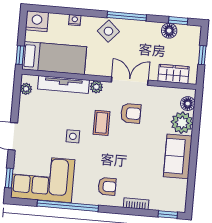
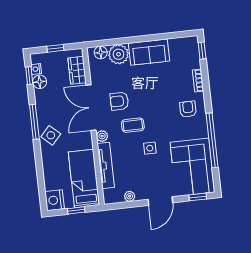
nightstand: (75, 20) -> (36, 69), moved
window: (20, 55) -> (76, 210), moved
double door: (130, 81) -> (91, 108), width x1.37
plant: (26, 89) -> (130, 196), moved
armchair: (131, 113) -> (119, 101), turned -90

